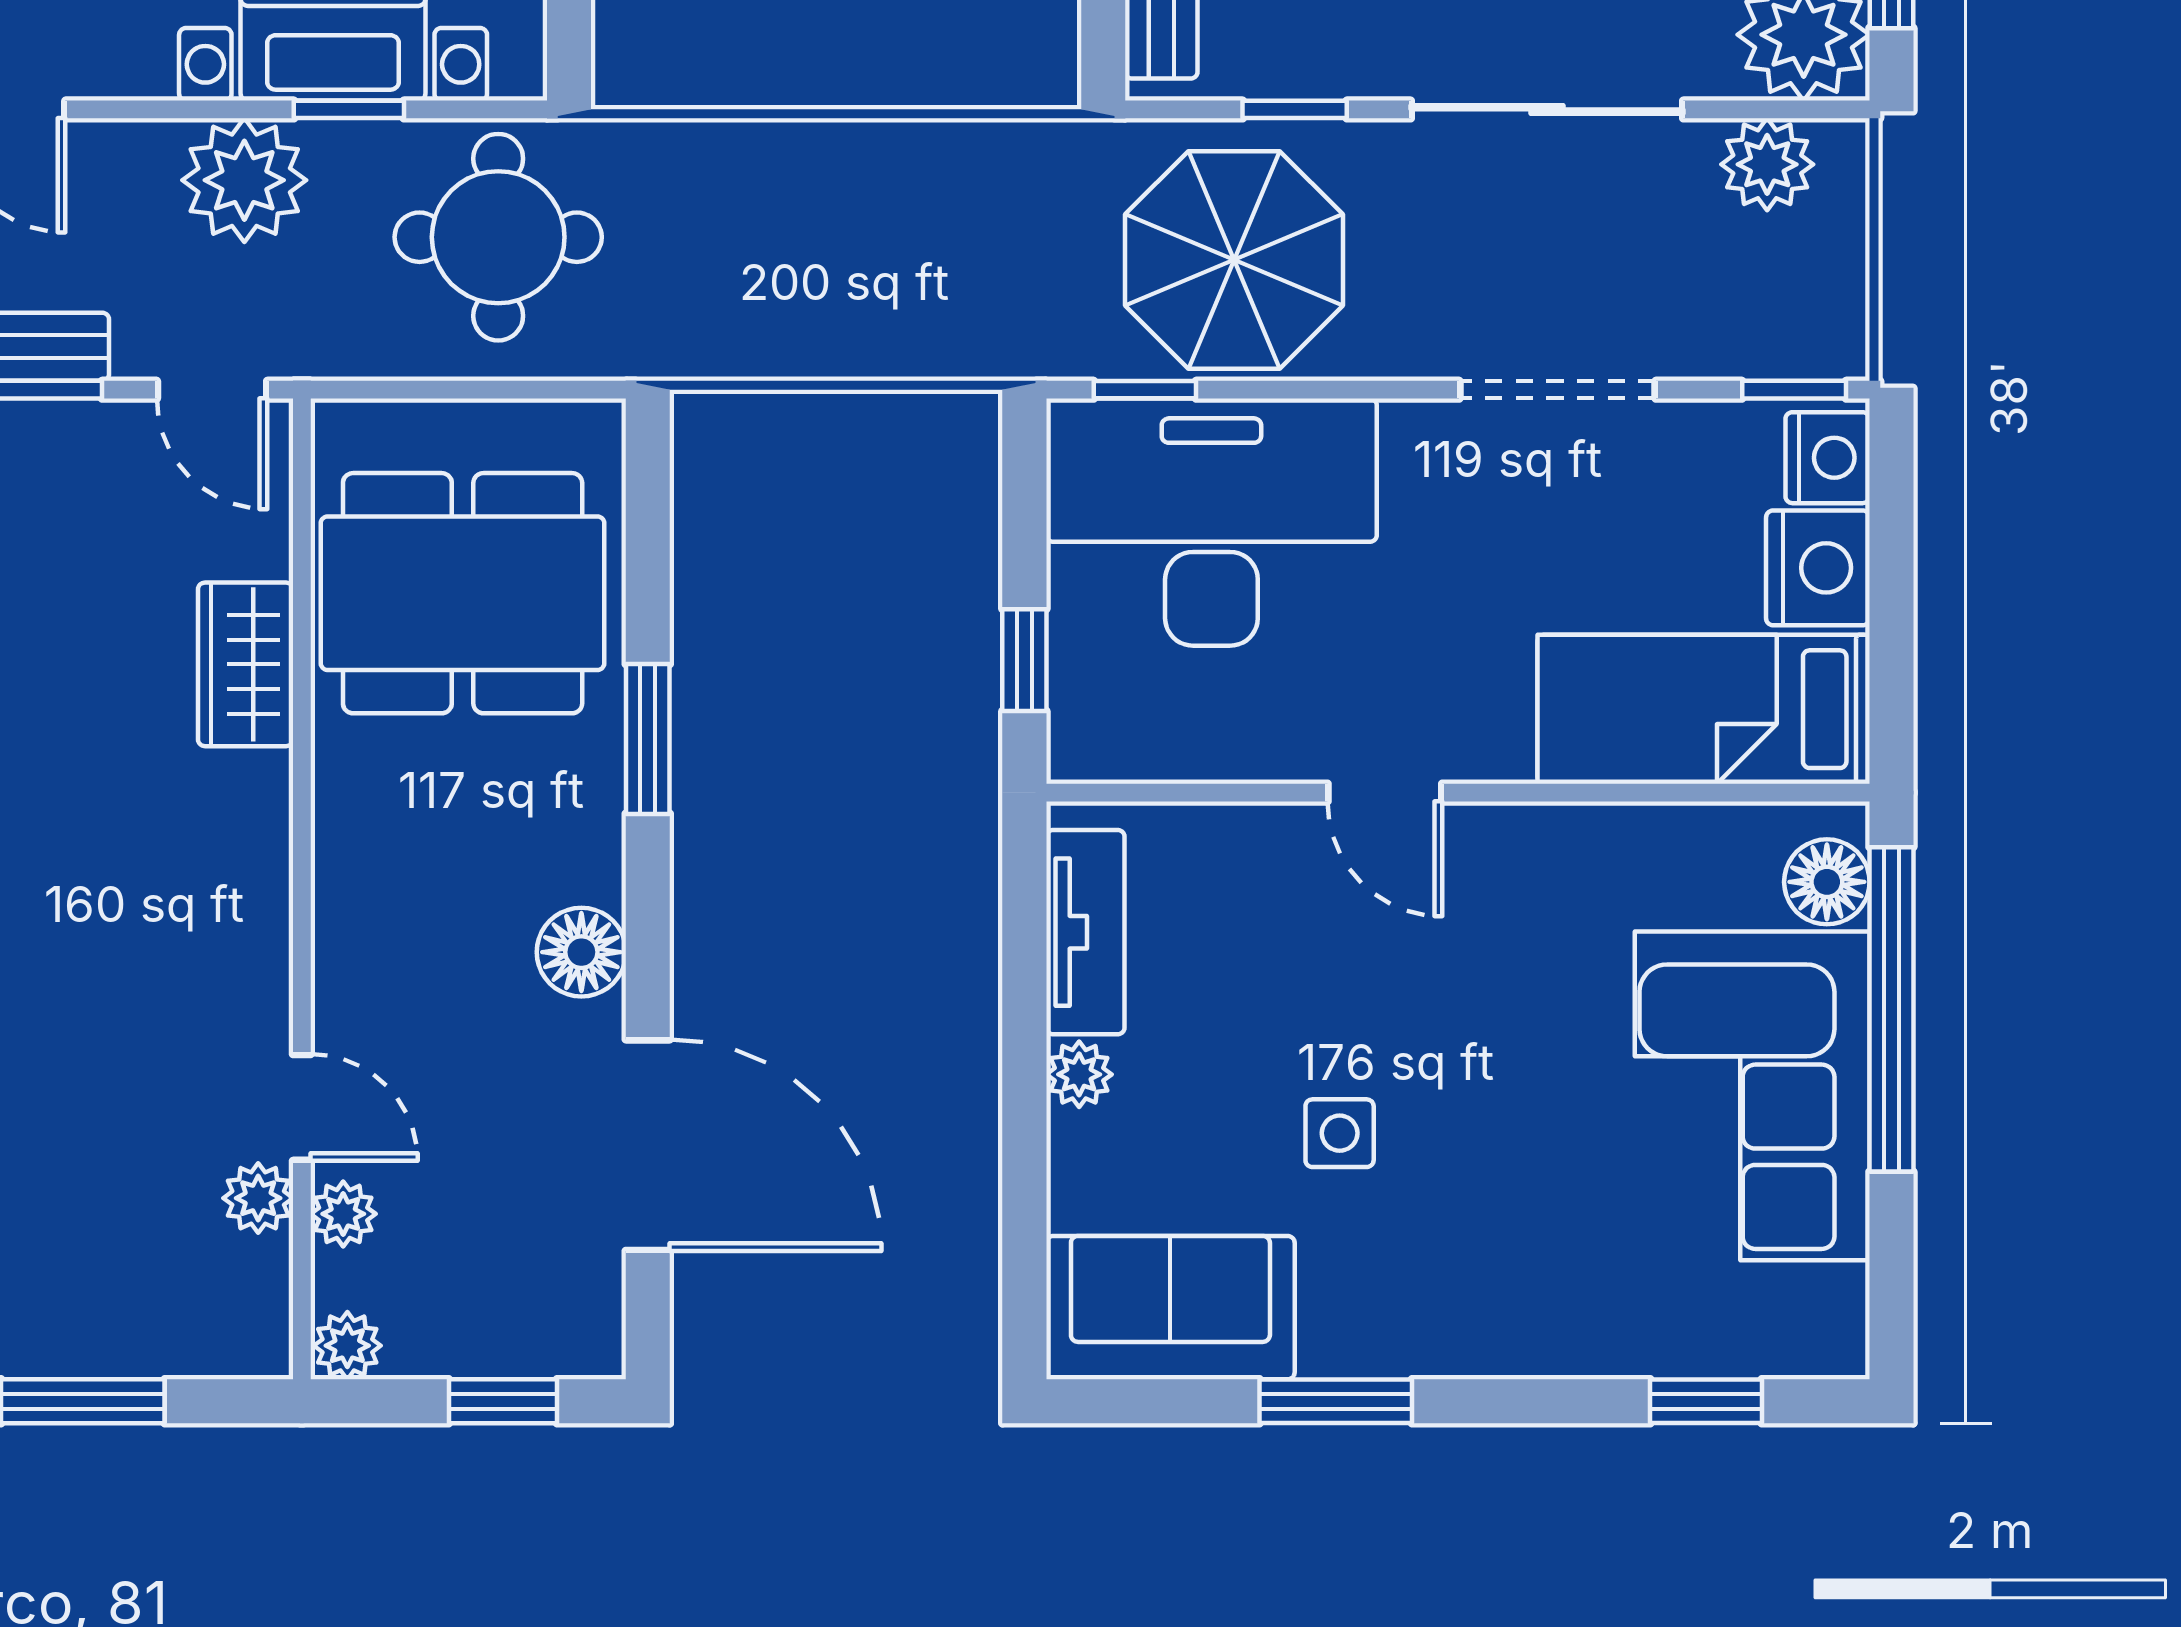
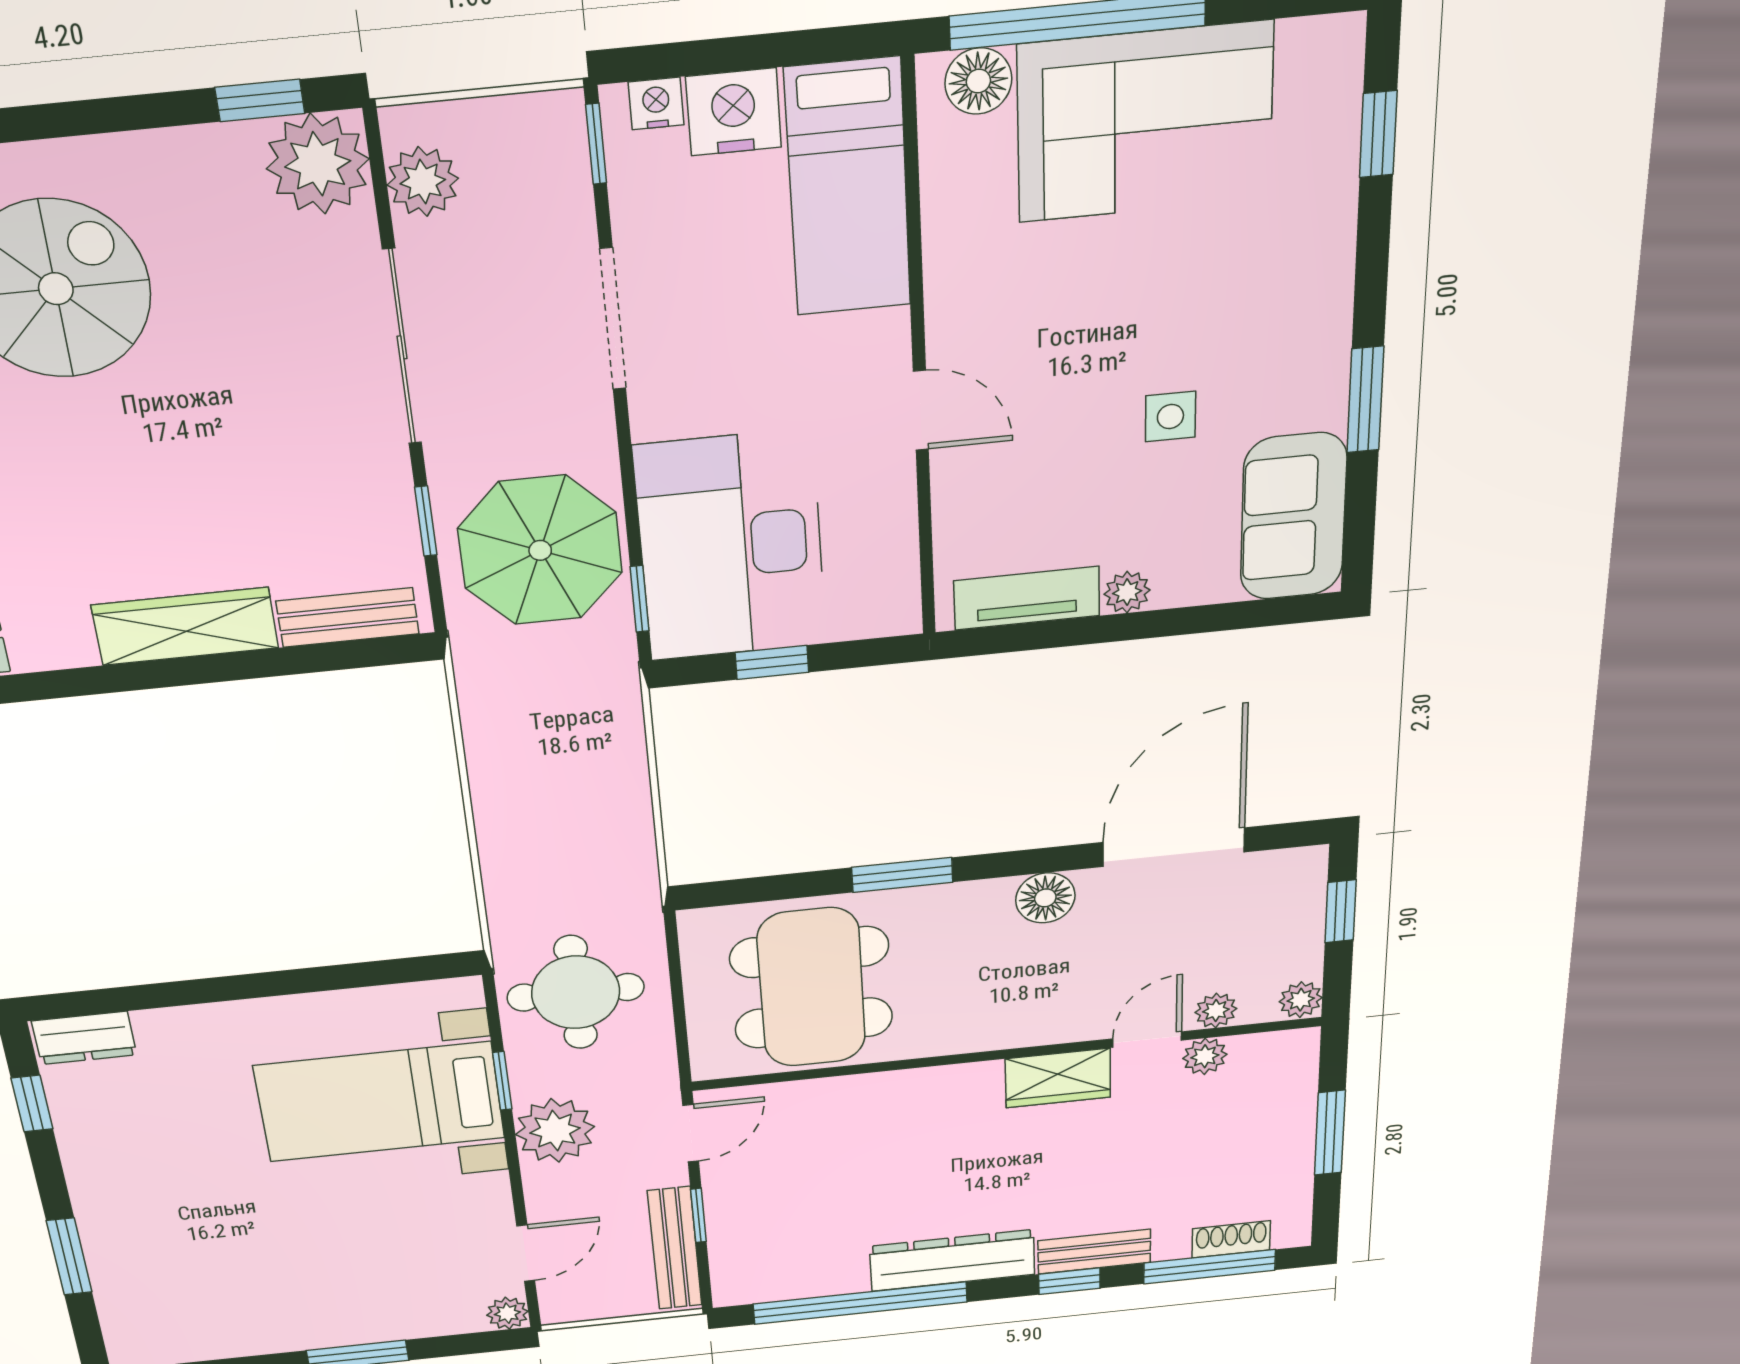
nightstand: (1828, 458) -> (656, 103), width x0.72, depth x0.74
window: (1024, 660) -> (772, 662), moved
wardrobe: (246, 664) -> (1058, 1078), moved
door: (1385, 793) -> (921, 410), hinge flipped

